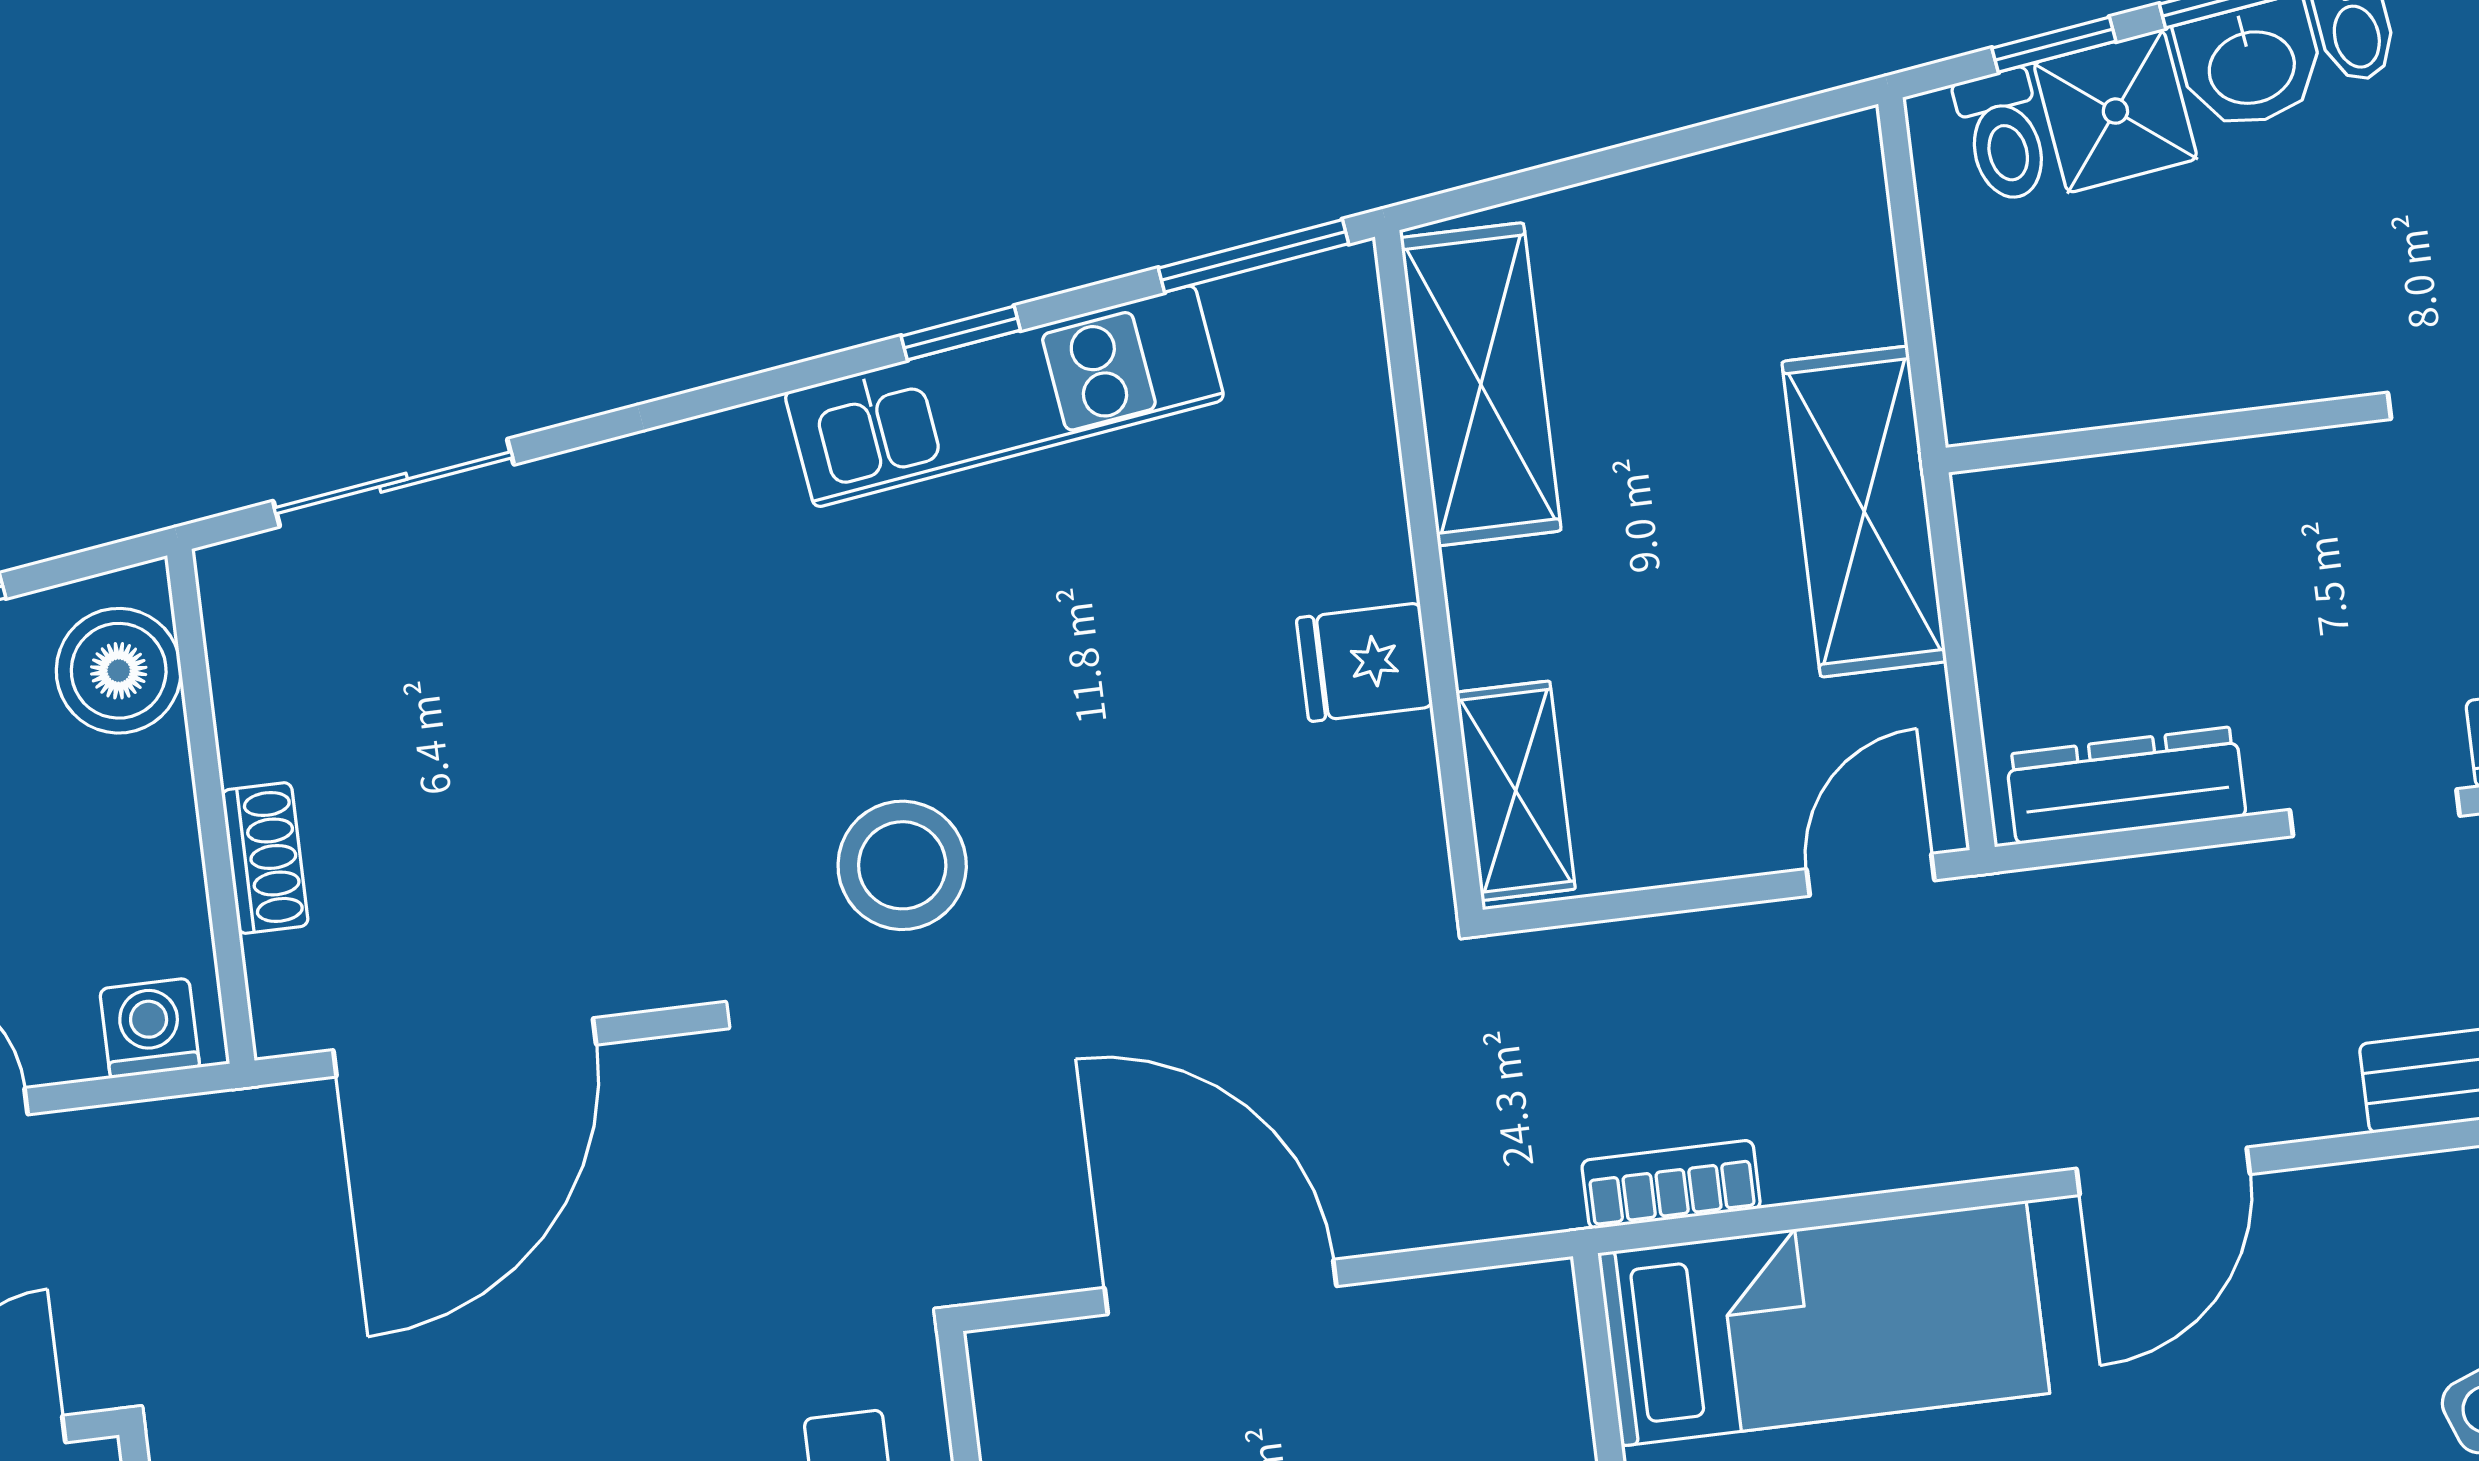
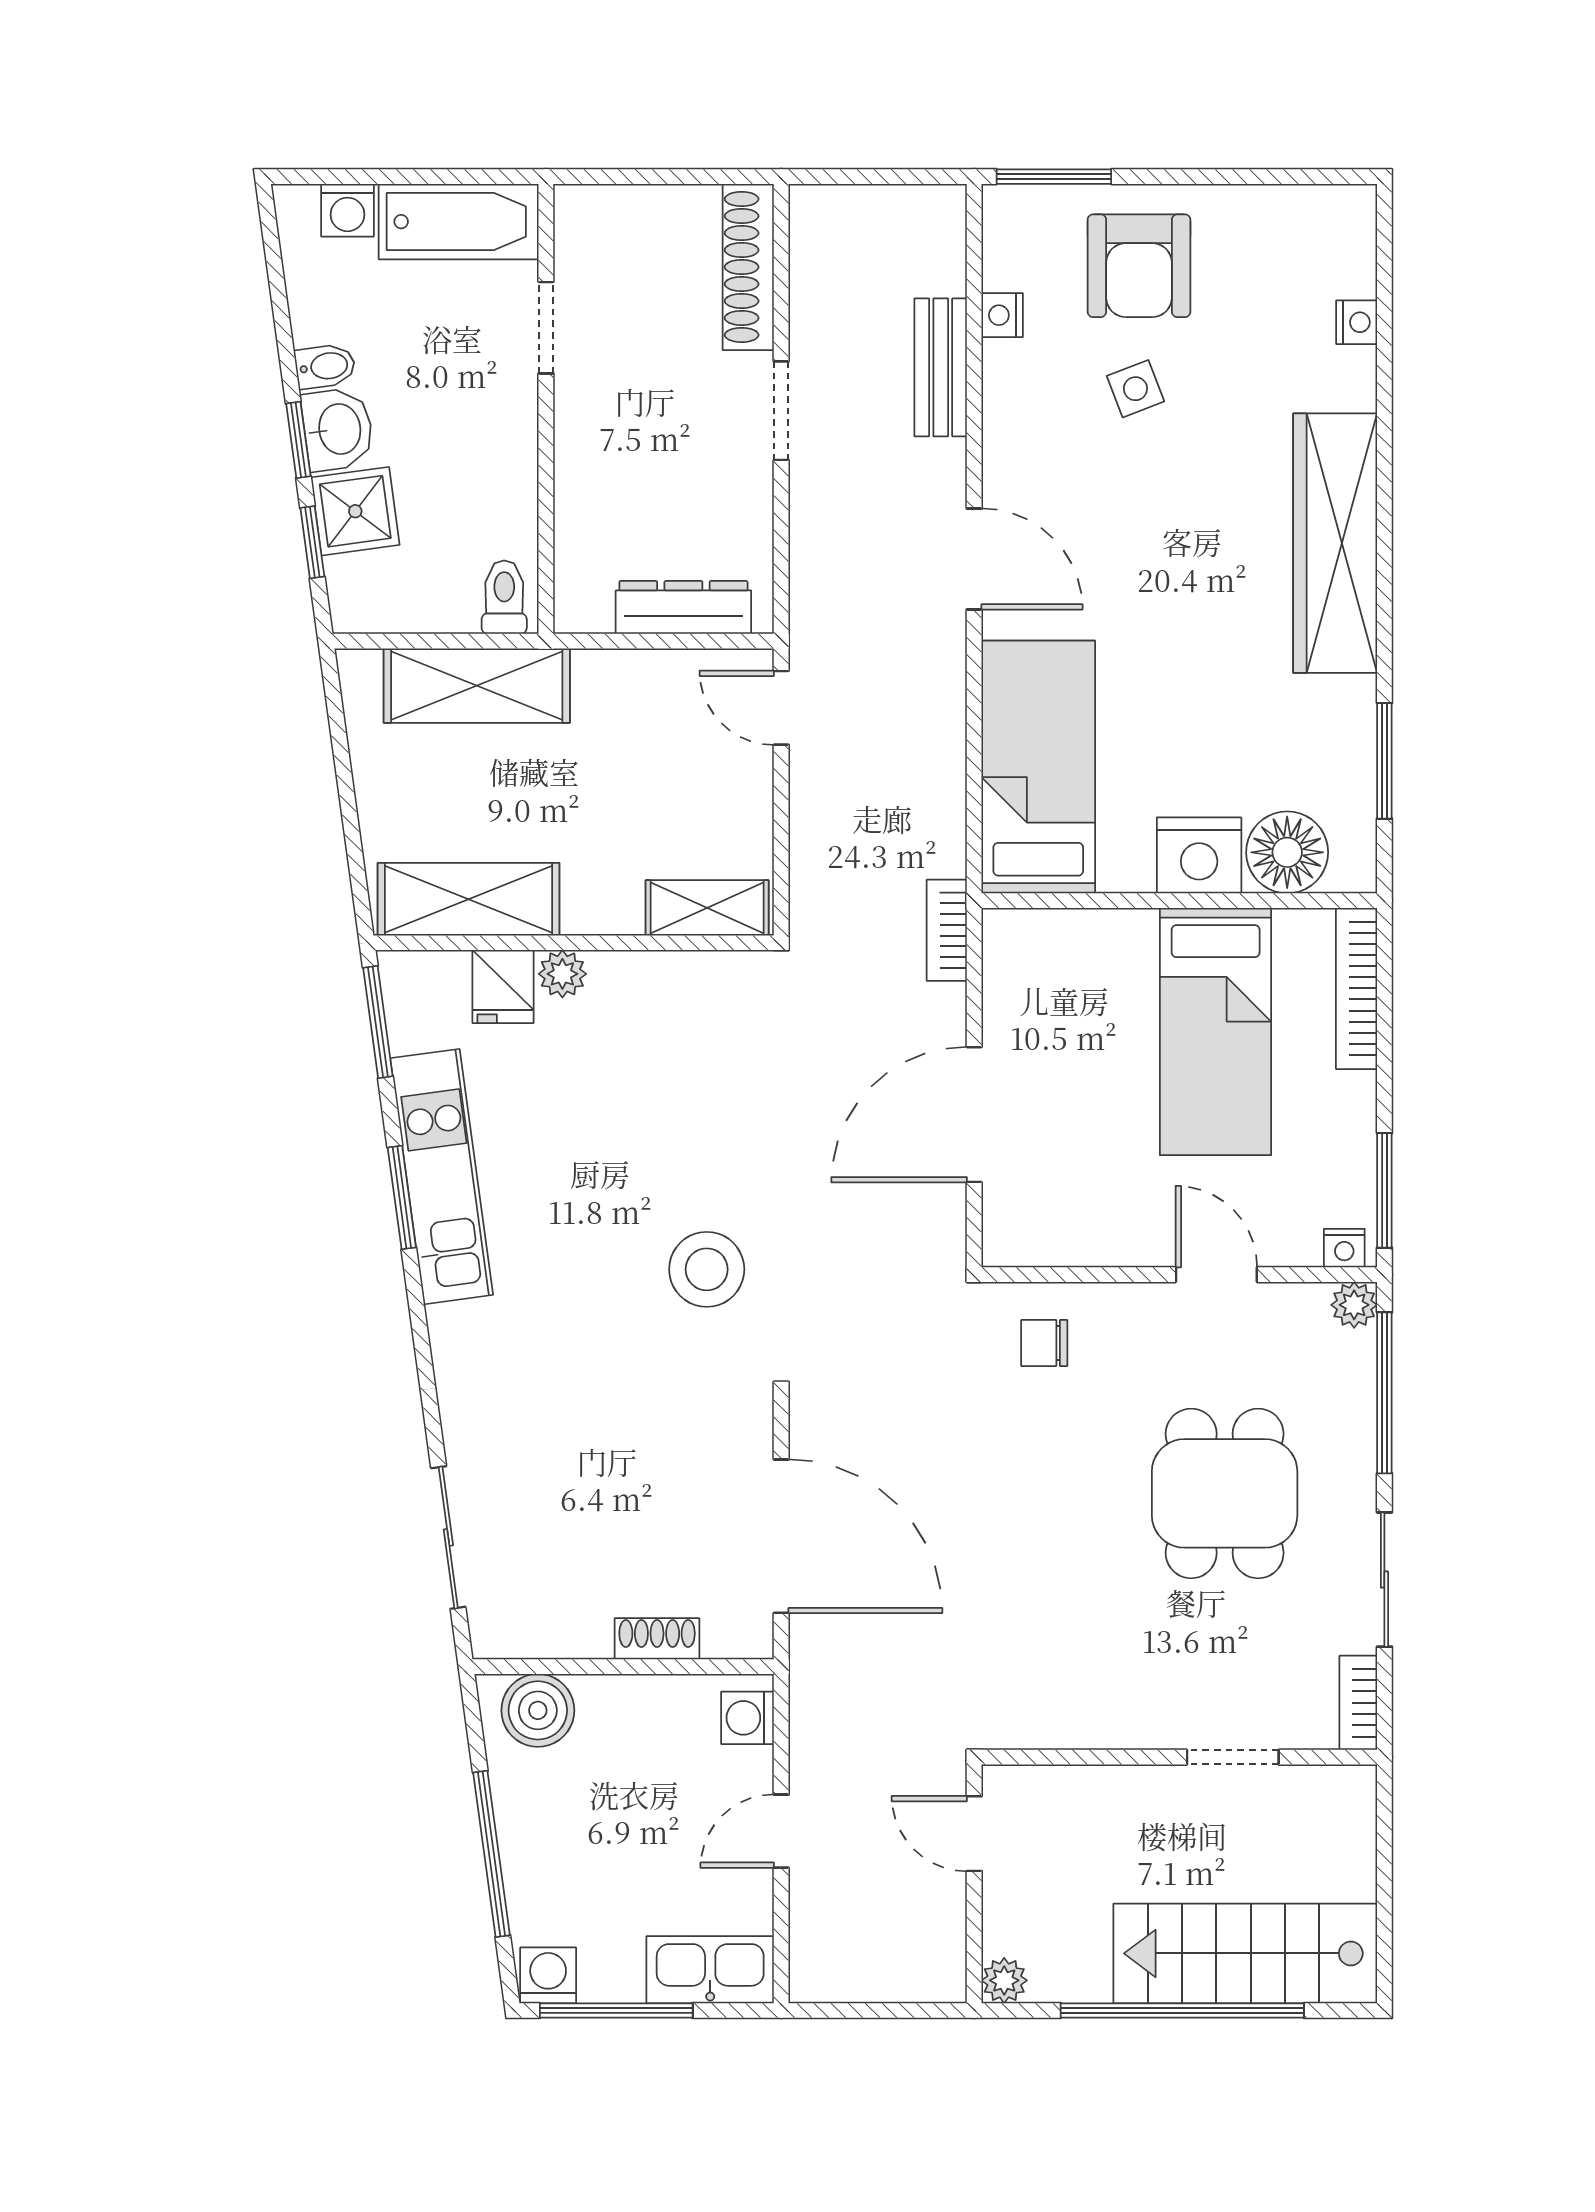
toilet: (2004, 136) -> (504, 597), moved, turned -82
window: (961, 333) -> (402, 1197), width x1.50
shelving: (1864, 512) -> (477, 686), moved
plant: (1374, 559) -> (562, 974), added
fridge: (1364, 662) -> (503, 987), moved
dresser: (2126, 785) -> (683, 607), moved, turned 90
bookcase: (1671, 1184) -> (947, 930), moved

